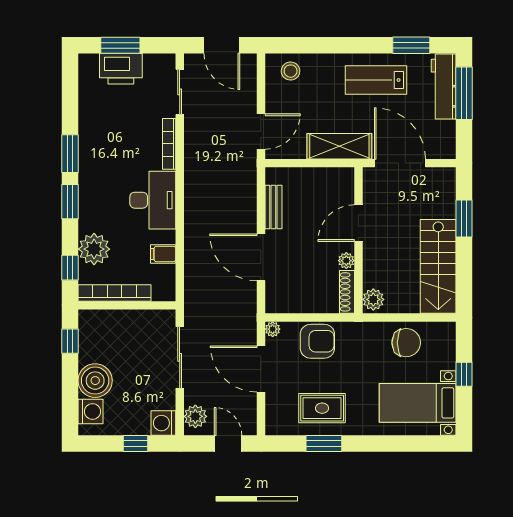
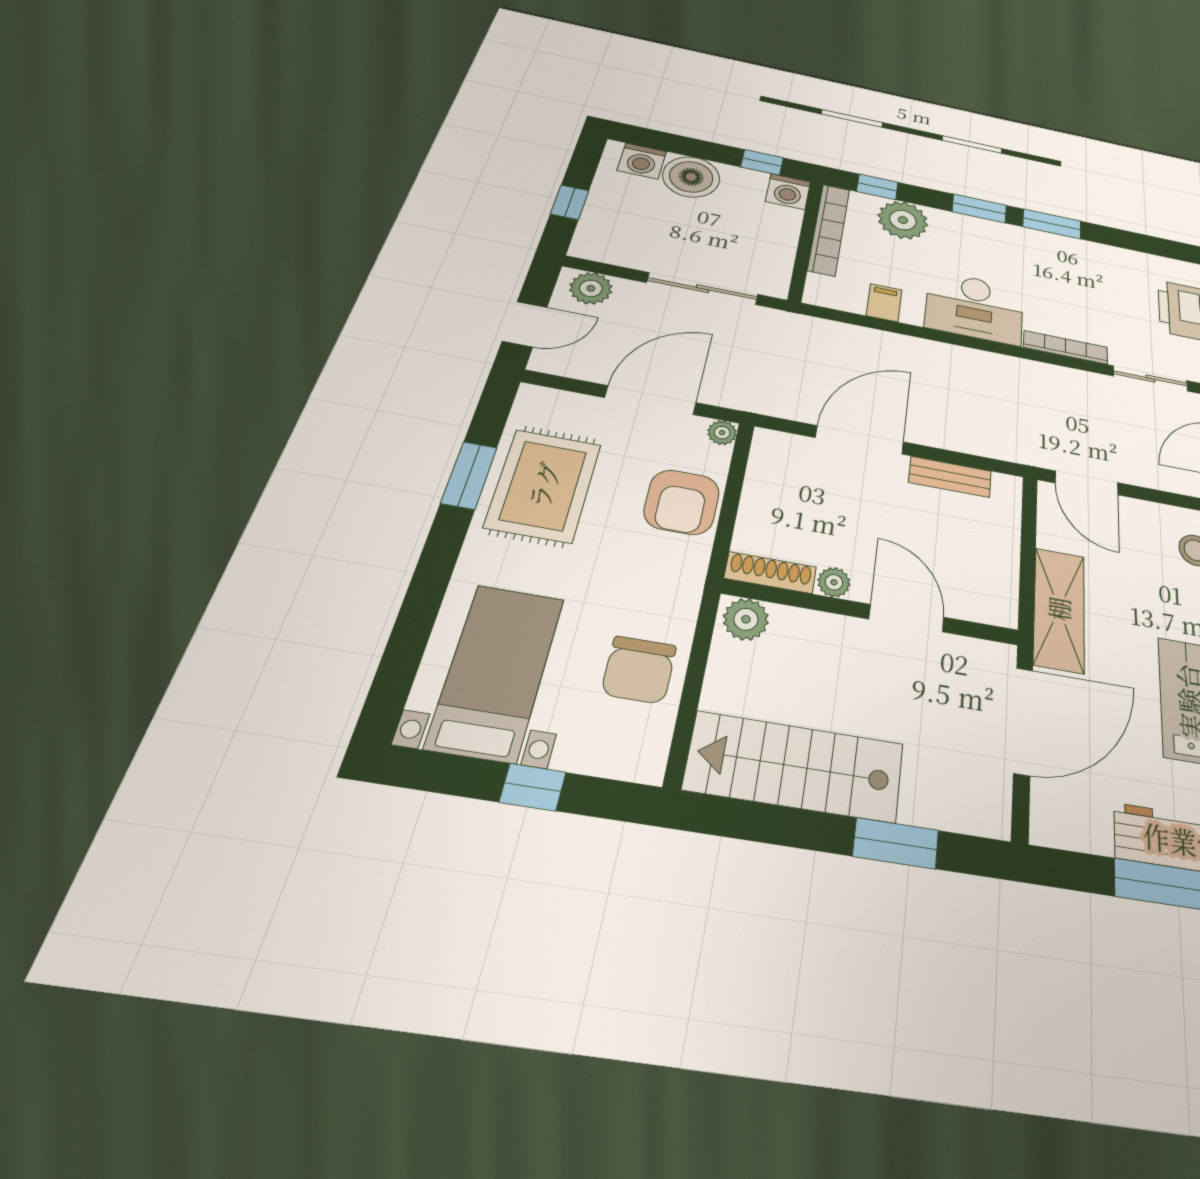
rug: (322, 408) -> (544, 485), width x1.36, depth x1.43
washing machine: (163, 423) -> (788, 192), moved, turned 180

